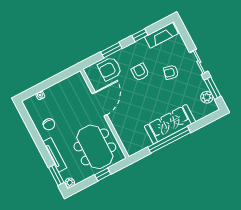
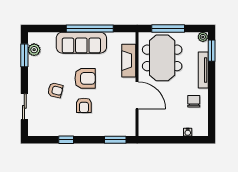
fireplace: (161, 35) -> (129, 61), moved, turned -90
window: (111, 50) -> (115, 140), moved
sliding door: (199, 62) -> (24, 107), moved
armchair: (110, 69) -> (85, 78), moved
door: (100, 104) -> (137, 95), swing flipped
window: (103, 175) -> (168, 28), width x2.17

